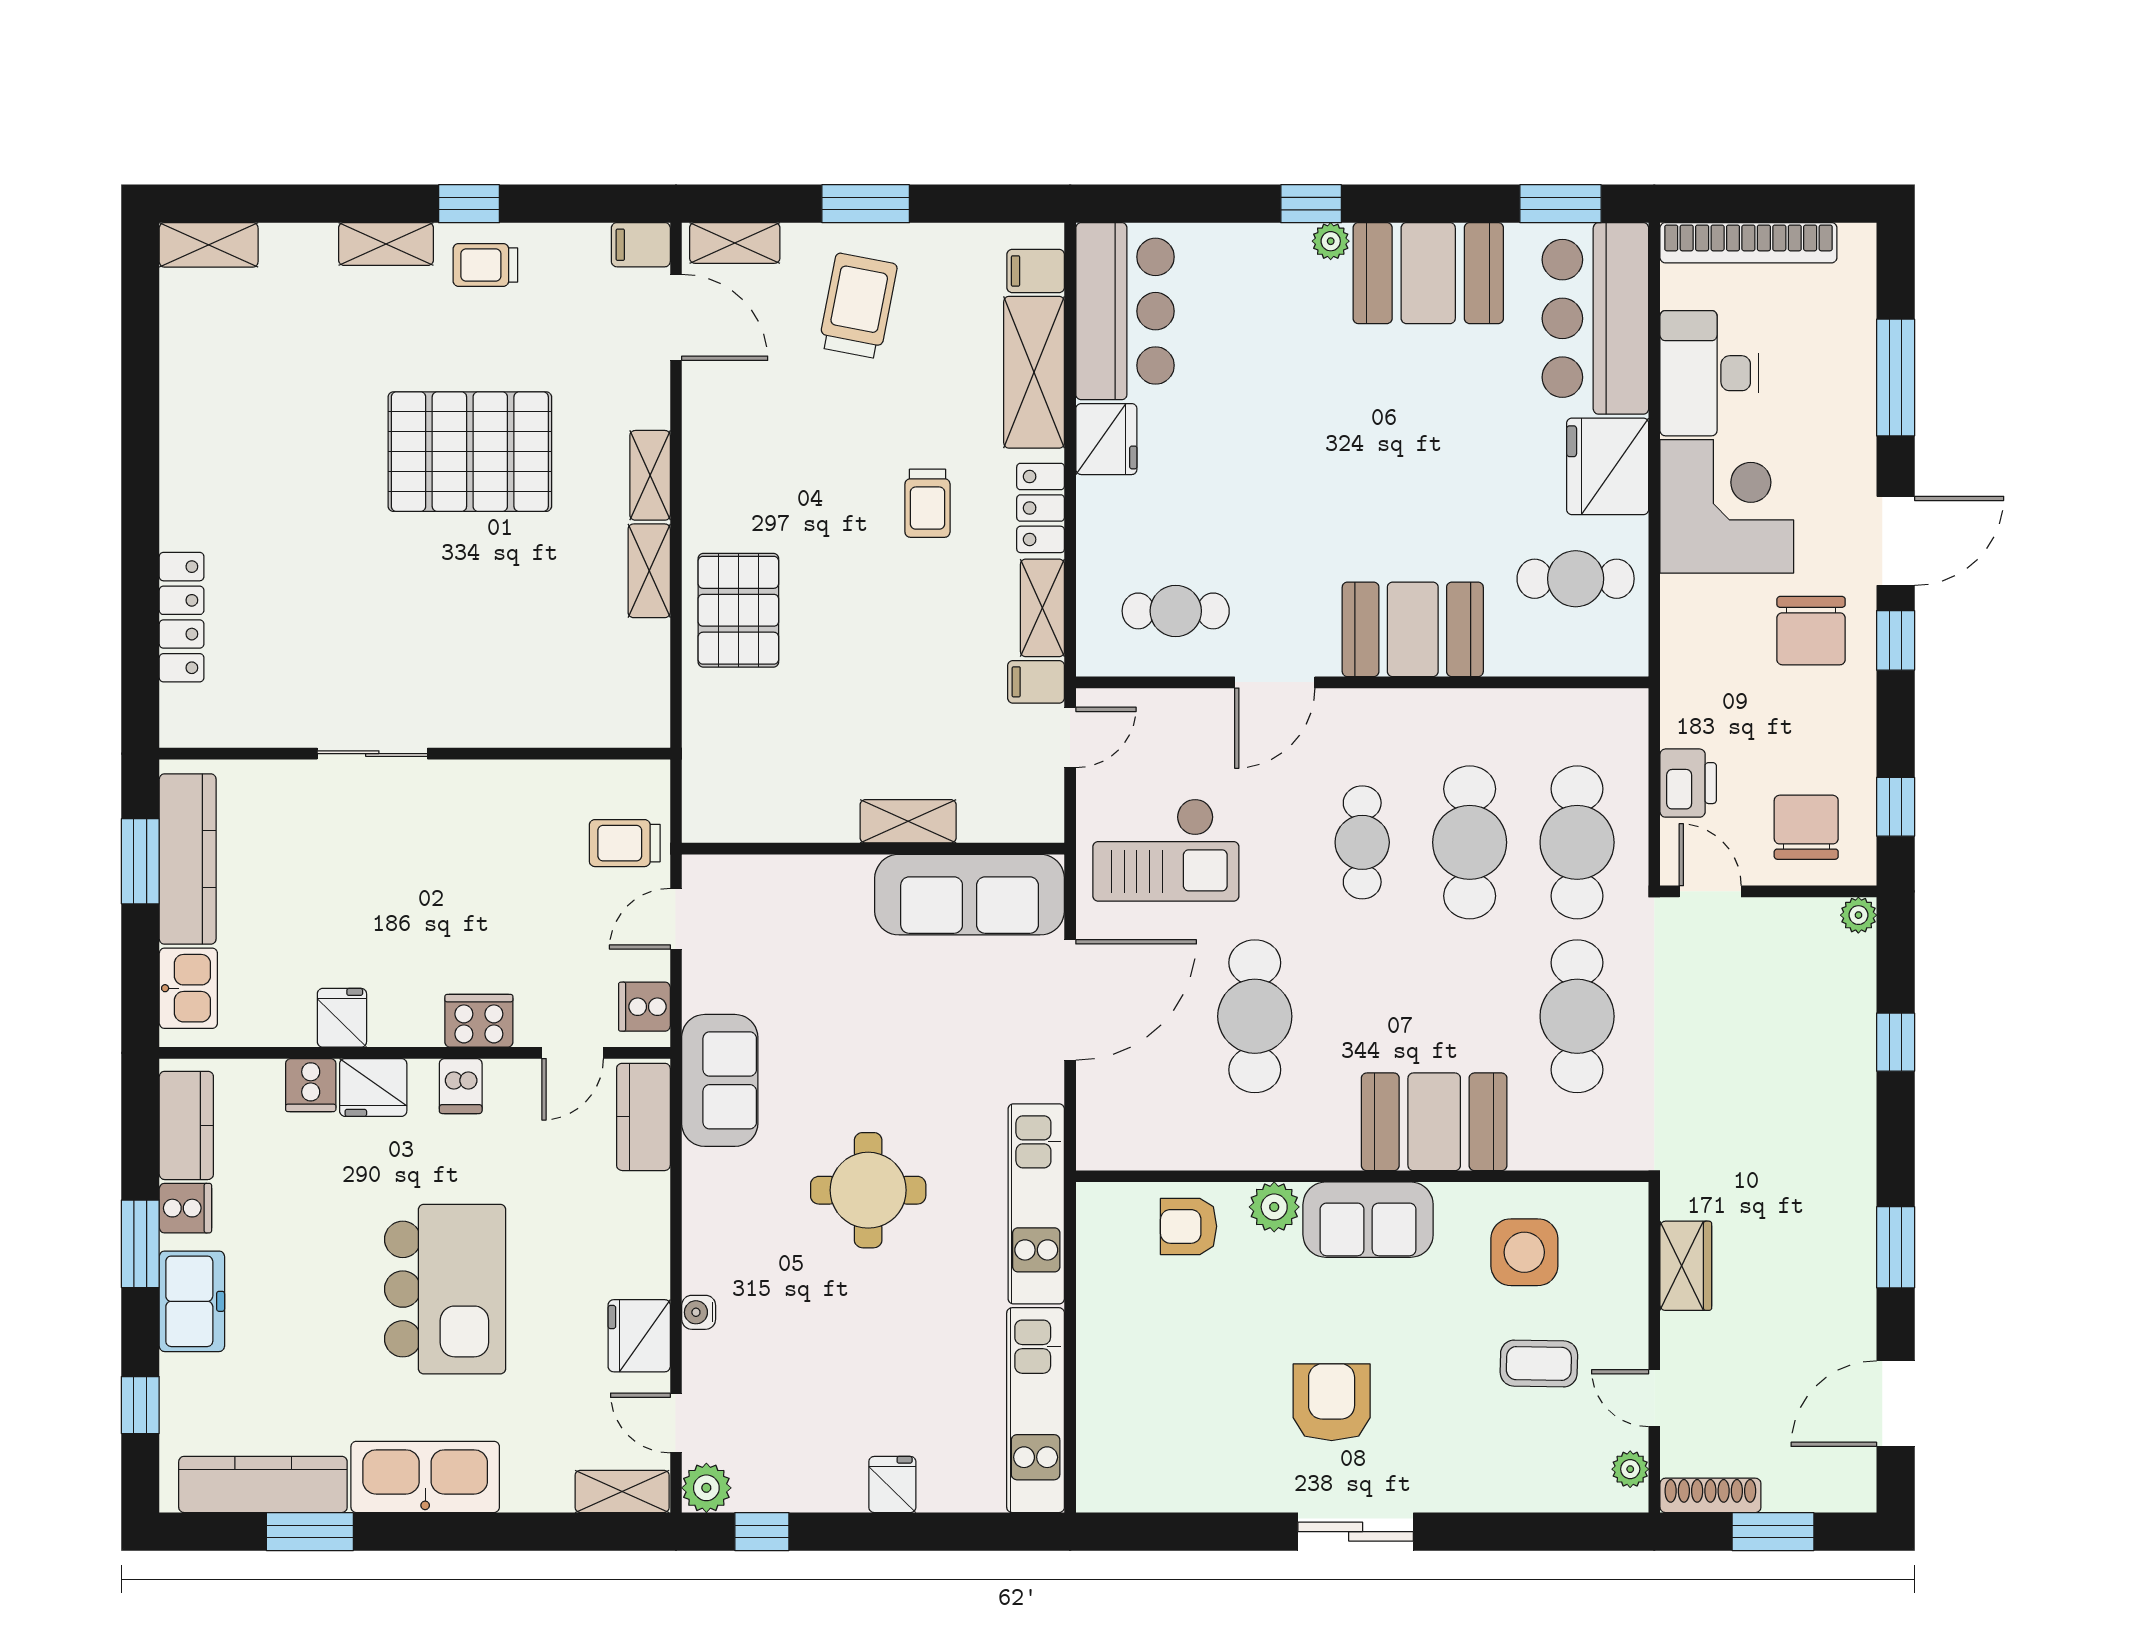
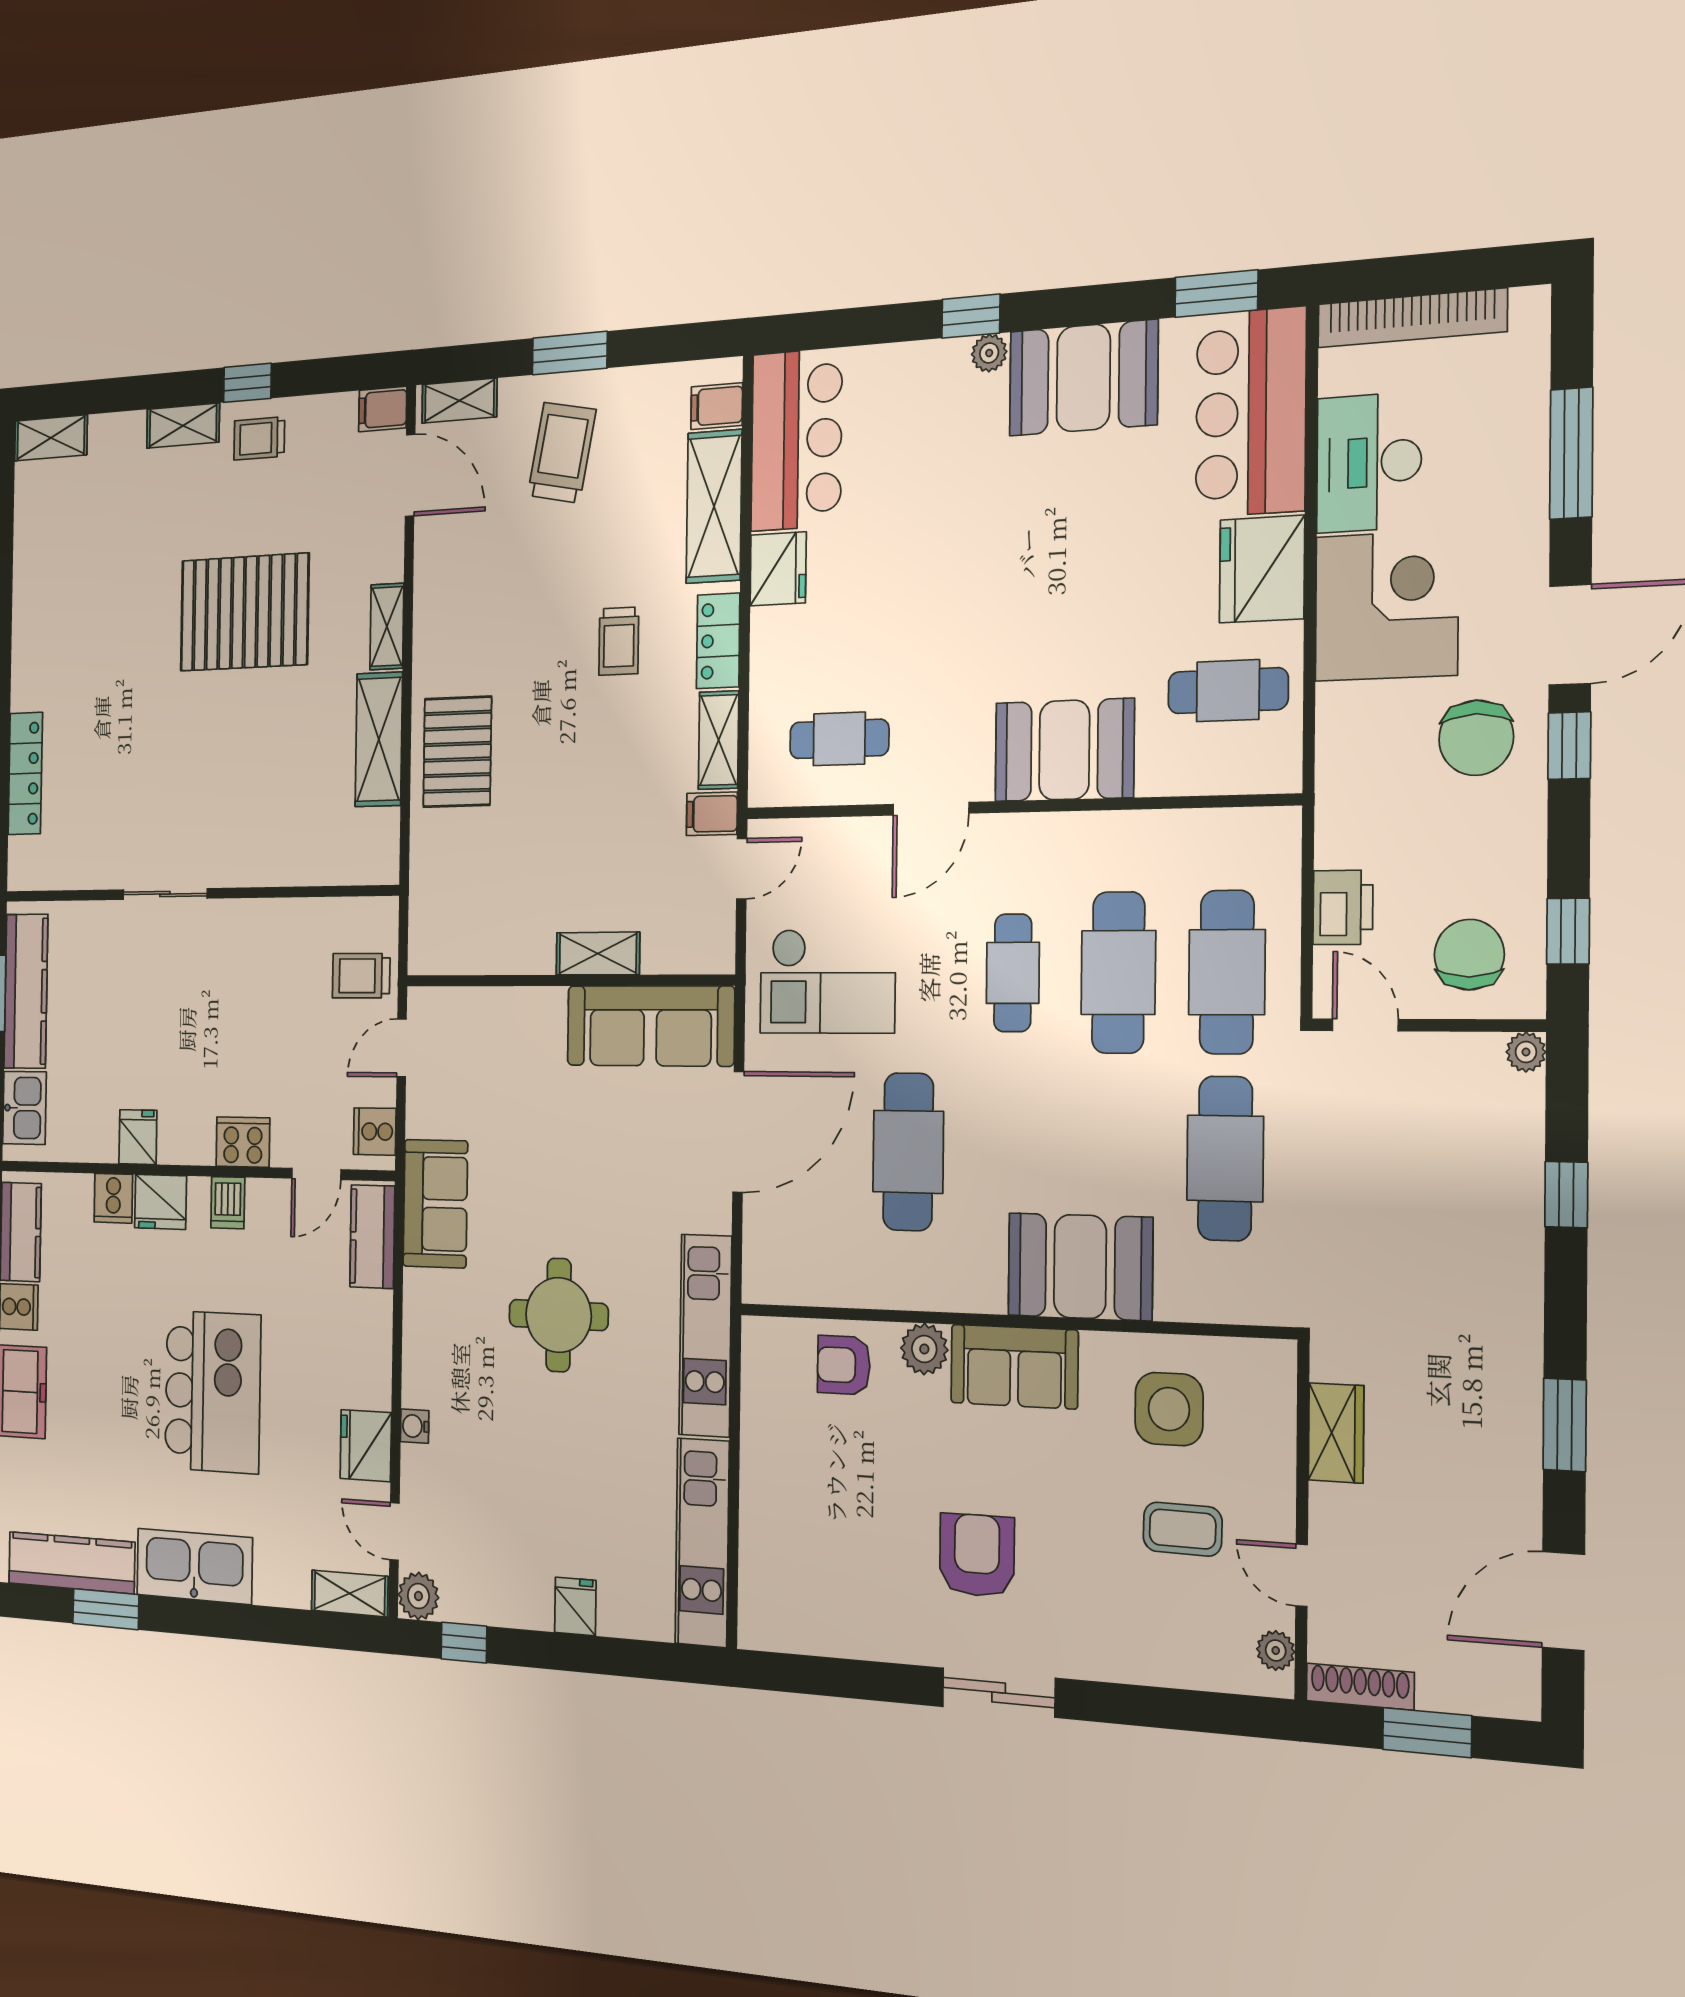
shelving: (649, 571) -> (379, 739), width x1.50, depth x1.33

